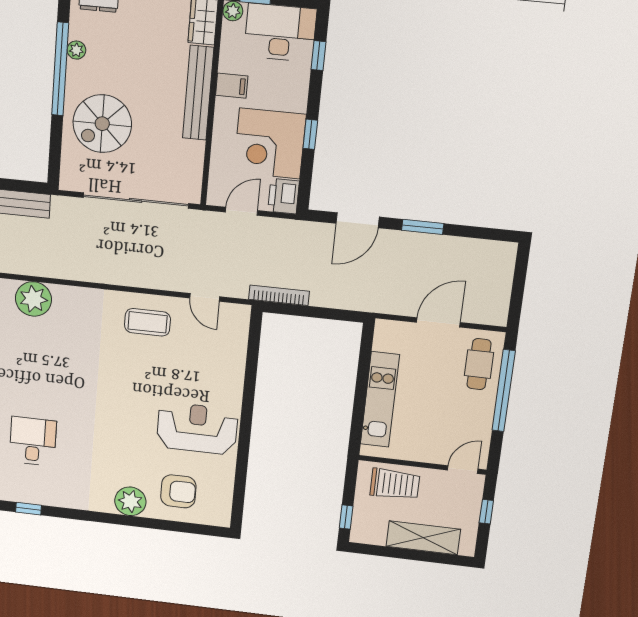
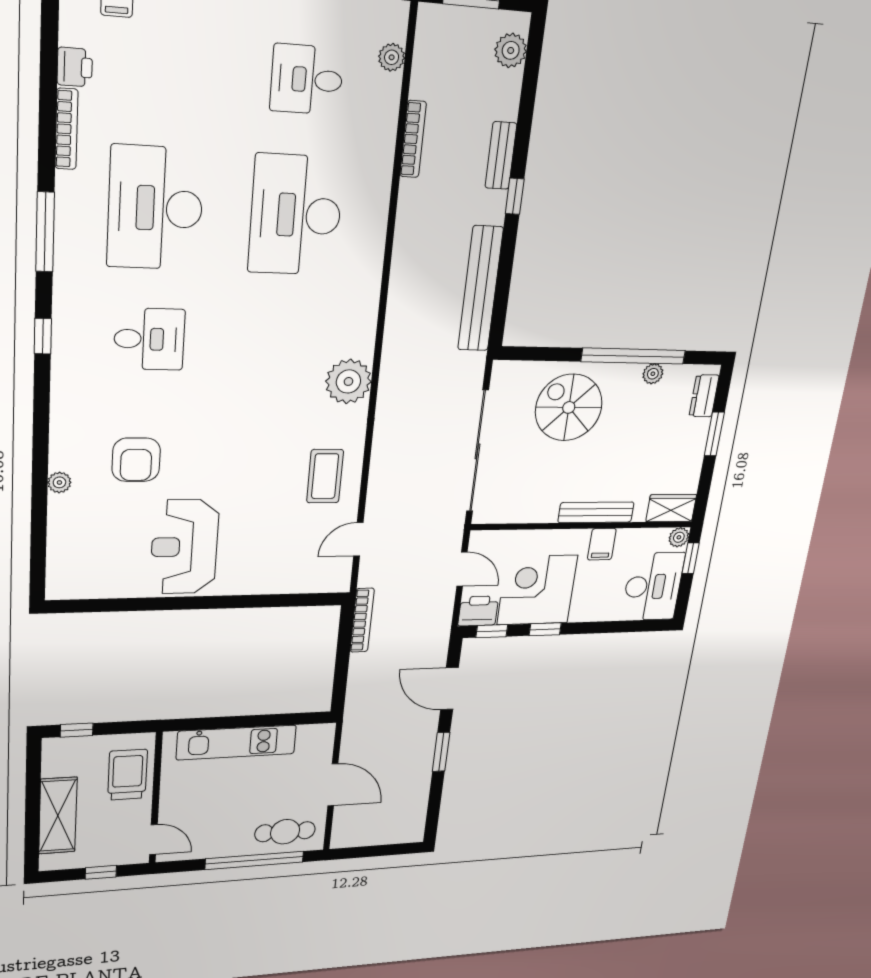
window: (318, 56) -> (492, 631), moved
bench: (198, 93) -> (596, 512), width x0.73, depth x0.82
plant: (33, 299) -> (348, 381), moved
reception desk: (197, 428) -> (184, 547), turned 180
trolley: (395, 484) -> (128, 775), turned 180
armchair: (178, 491) -> (136, 460), moved
plant: (130, 501) -> (59, 482), width x0.53, depth x0.53

